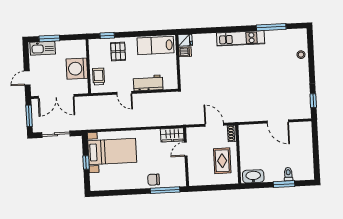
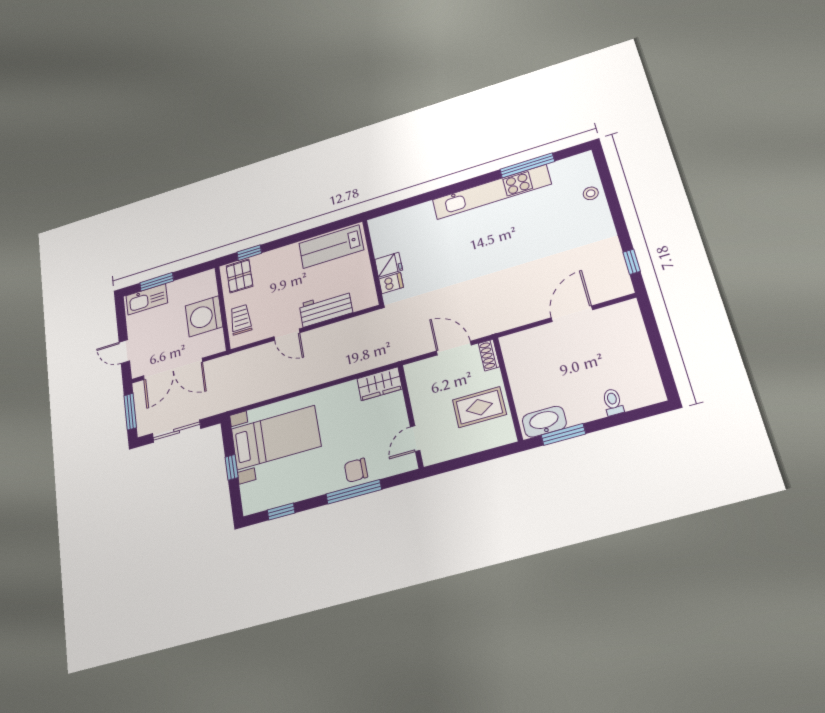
kitchen unit: (241, 38) -> (491, 192), width x1.36
fridge: (185, 40) -> (389, 265), moved
pallet: (118, 52) -> (239, 276), moved
dishwasher: (185, 52) -> (391, 283), moved
door: (27, 78) -> (124, 352), hinge flipped
door: (278, 122) -> (572, 314), swing flipped
door: (186, 149) -> (415, 439), moved
rug: (222, 161) -> (479, 407), turned 90
window: (284, 184) -> (563, 434), moved
window: (165, 190) -> (354, 492), moved
window: (111, 193) -> (281, 512), added

